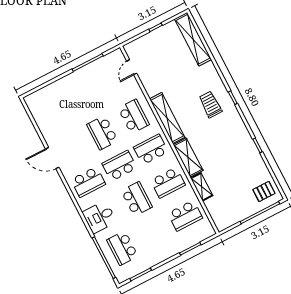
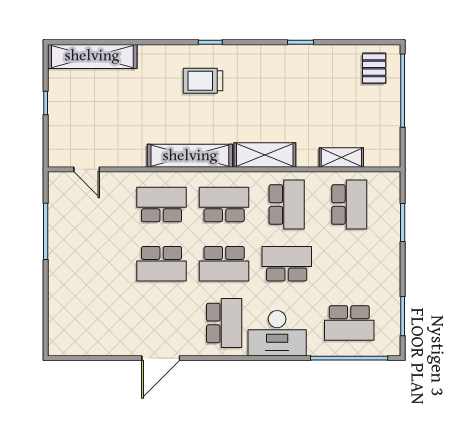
school desk: (151, 149) -> (224, 205), turned 90
school desk: (119, 166) -> (224, 264), turned -90
shelving: (202, 187) -> (341, 157), moved
desk: (99, 217) -> (277, 333), width x1.37

